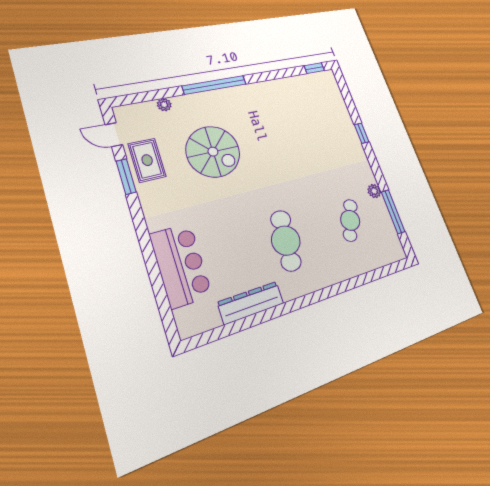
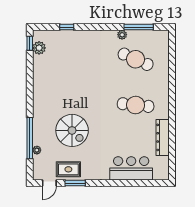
plant: (313, 81) -> (39, 48), added
window: (214, 85) -> (30, 138), moved
window: (362, 133) -> (67, 27), moved
spiral stairs: (213, 152) -> (72, 130), turned 90
cafe table: (350, 220) -> (136, 59), width x1.37, depth x1.35

